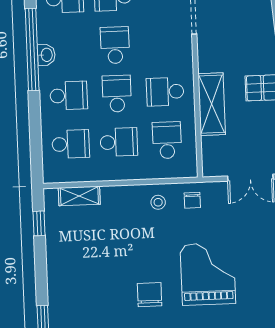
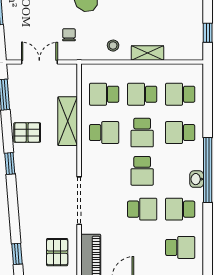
washbasin: (46, 55) -> (197, 179), moved
school desk: (167, 140) -> (104, 94), turned 90
shelving: (79, 196) -> (147, 53), moved
chair: (192, 200) -> (69, 35), moved

